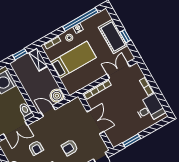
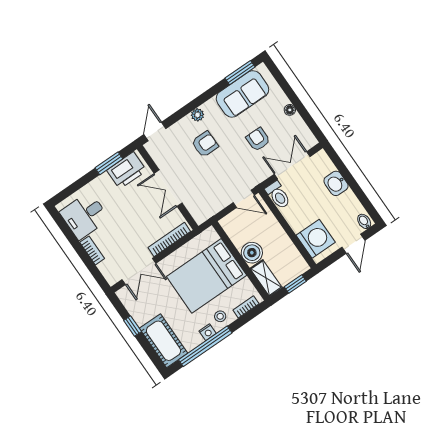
cot: (113, 36) -> (163, 341), moved
bed: (73, 60) -> (207, 276), width x1.50
boiler: (57, 96) -> (252, 253), moved
printer: (121, 135) -> (127, 170), added

